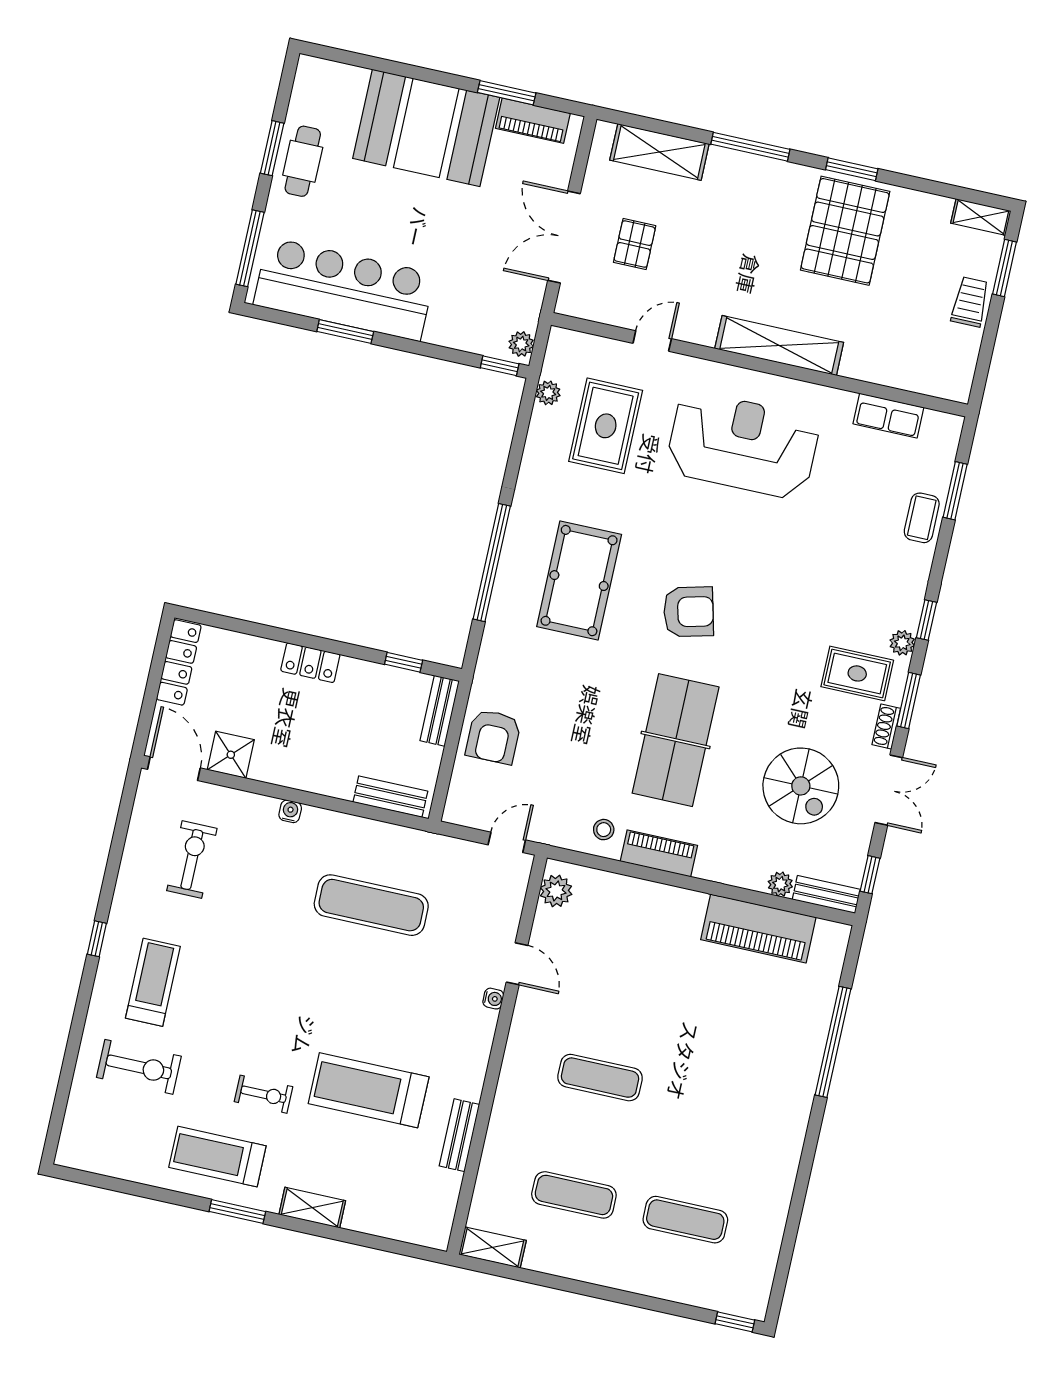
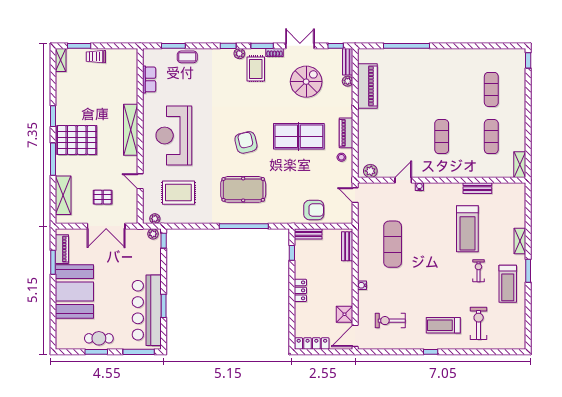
pallet: (845, 231) -> (77, 140), moved
plant: (548, 393) -> (155, 219), moved

